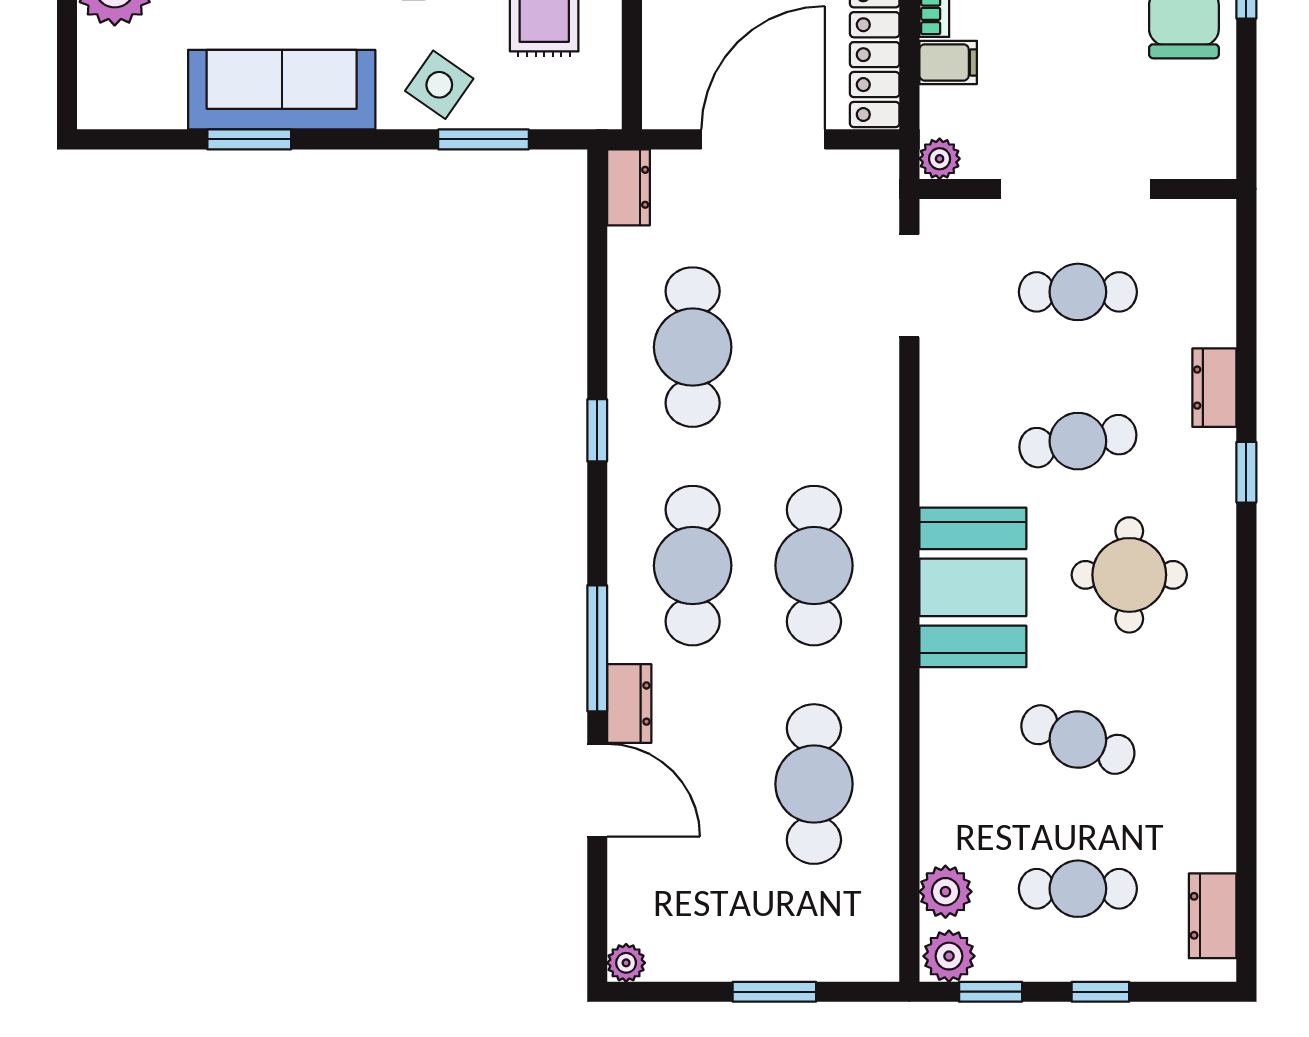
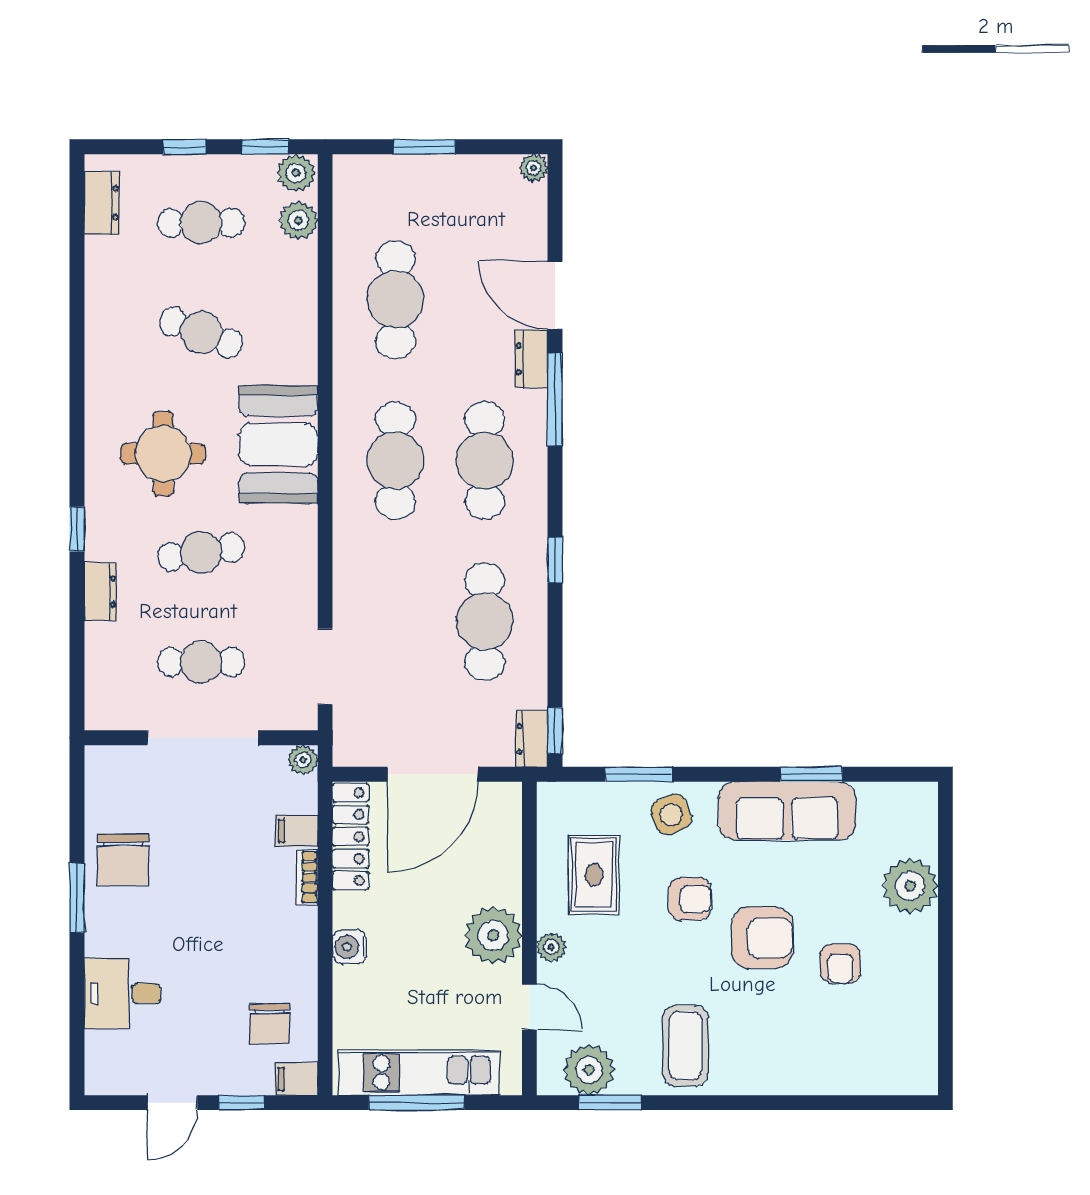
side table: (439, 85) -> (671, 814), turned 32
window: (597, 199) -> (555, 731), added

